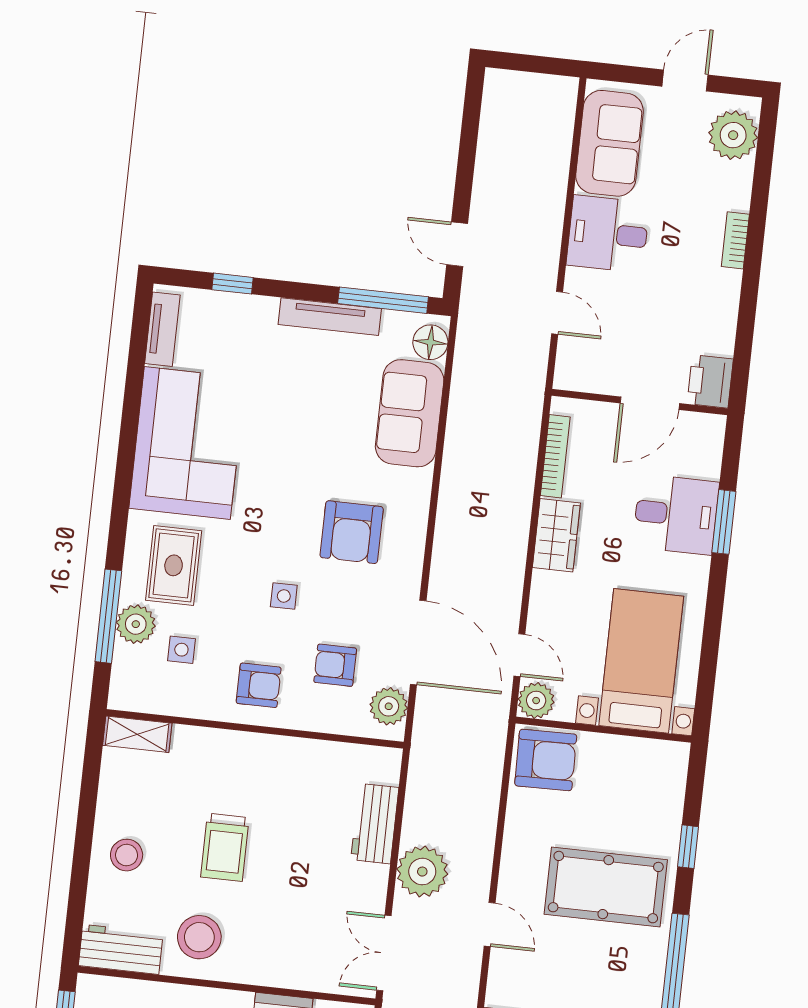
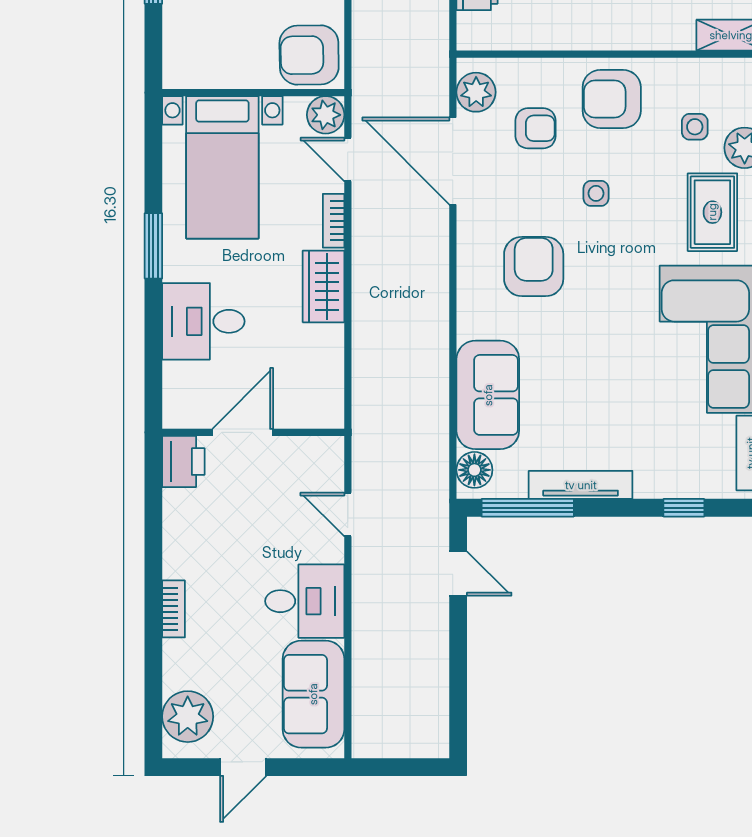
bookcase: (555, 456) -> (334, 221), moved, width x0.64
window: (724, 522) -> (153, 246), moved
armchair: (259, 685) -> (612, 99), width x1.38, depth x1.38

